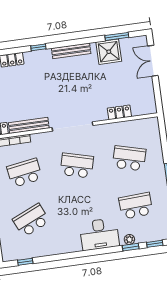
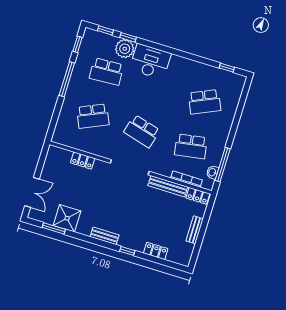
bench: (71, 51) -> (105, 236), width x0.73
school desk: (129, 158) -> (93, 116), turned -39
plant: (129, 239) -> (125, 49), width x1.88, depth x1.88

